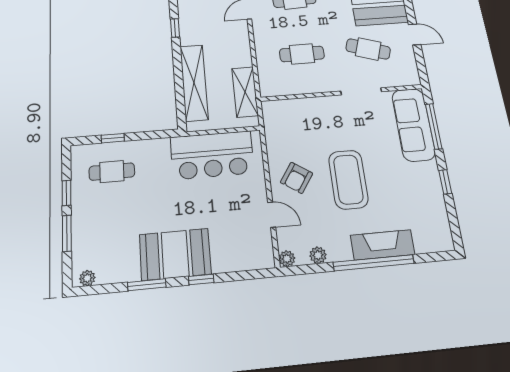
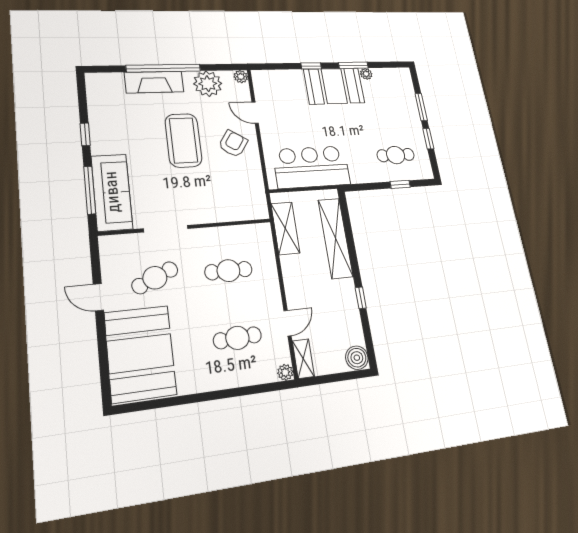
cafe table: (368, 49) -> (155, 278), turned -42
plant: (318, 255) -> (208, 84), width x1.88, depth x1.88
plant: (87, 278) -> (366, 74), moved

